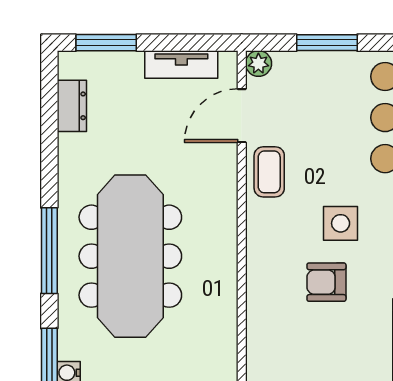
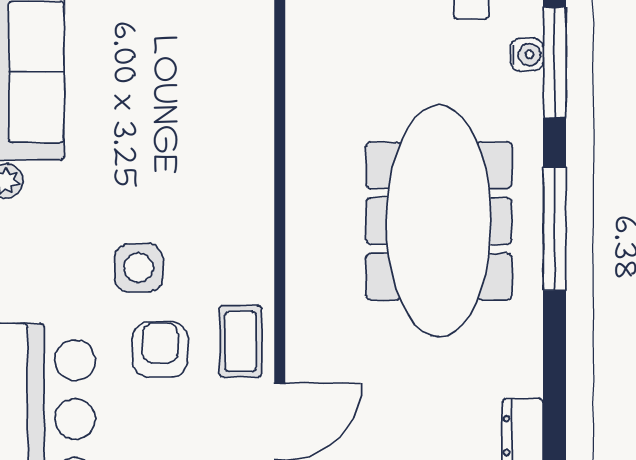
armchair: (326, 282) -> (160, 350), moved, turned -90

